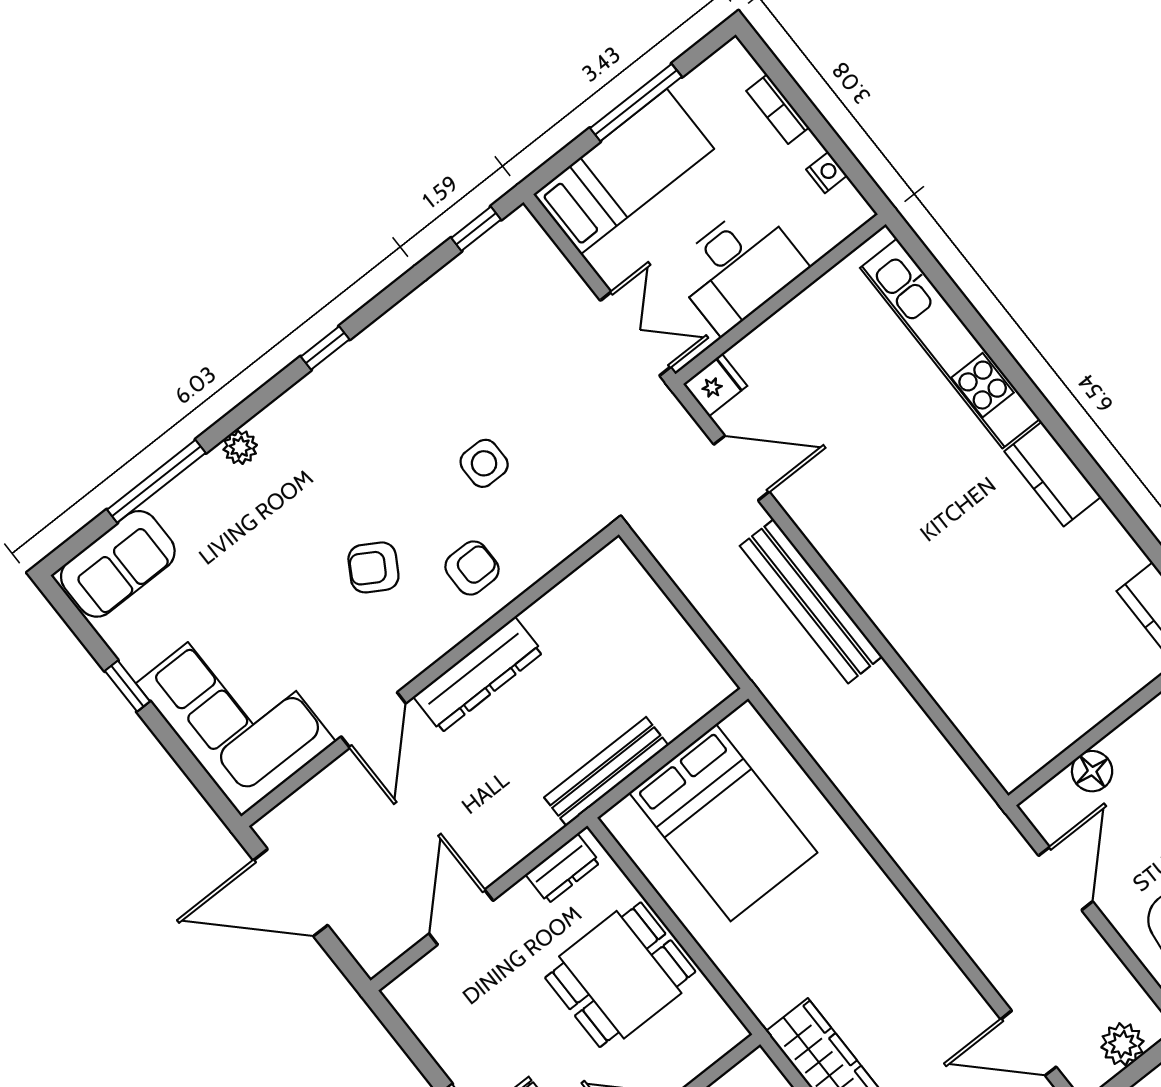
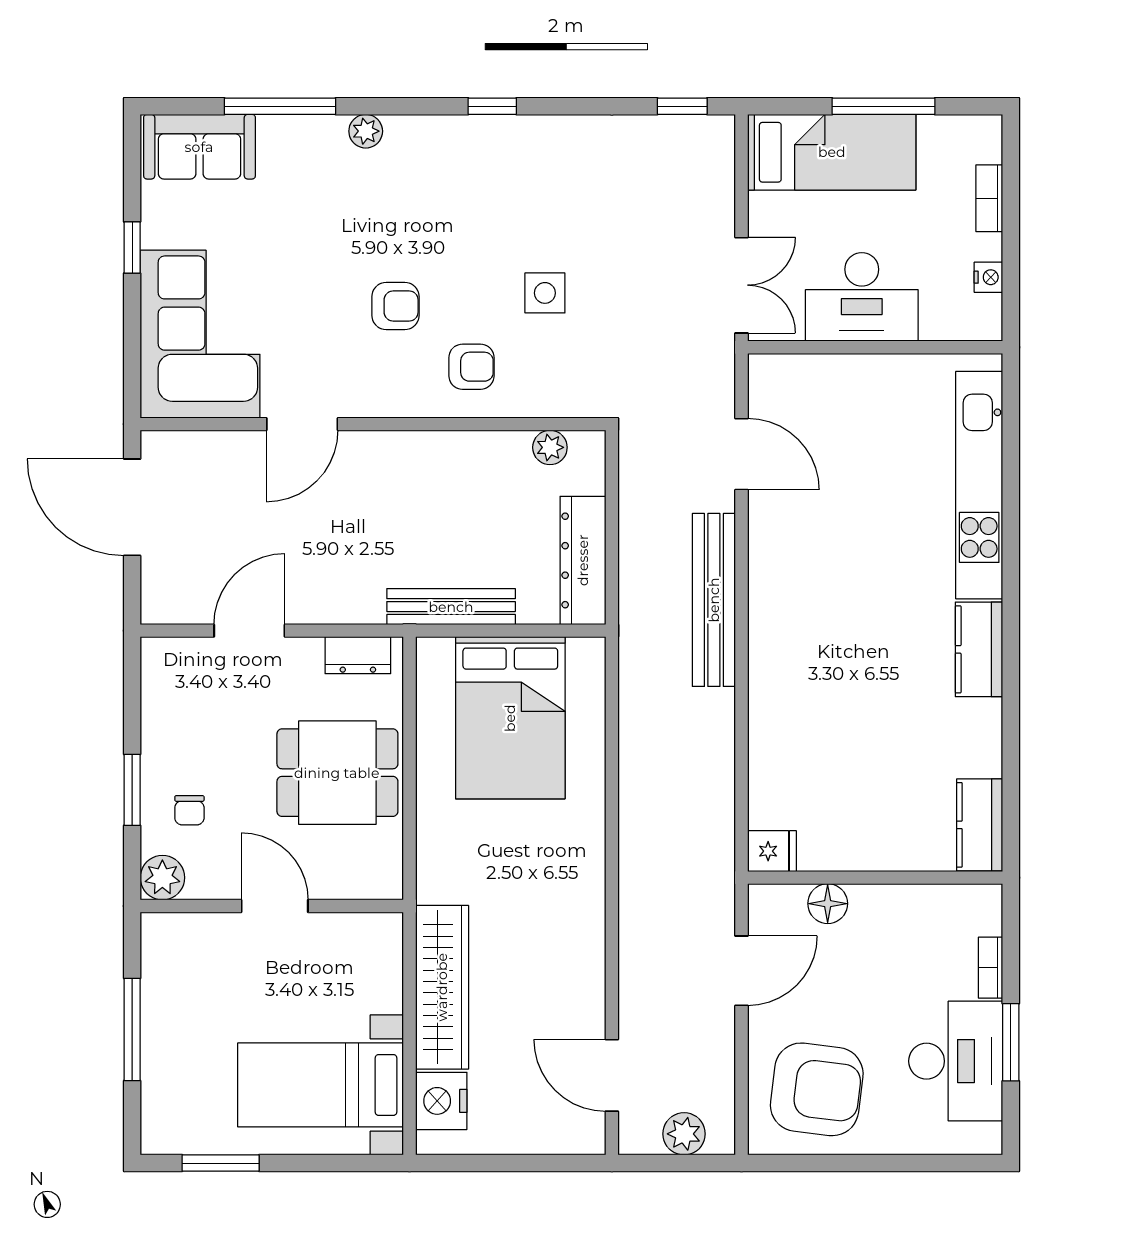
fridge: (715, 385) -> (772, 851), moved
armchair: (373, 567) -> (395, 306), turned 149
plant: (585, 583) -> (550, 447), added
dresser: (478, 675) -> (583, 560), moved, turned 90

